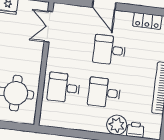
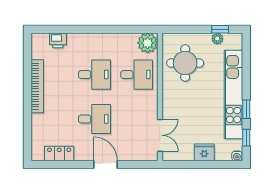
plant: (117, 125) -> (148, 43), moved

